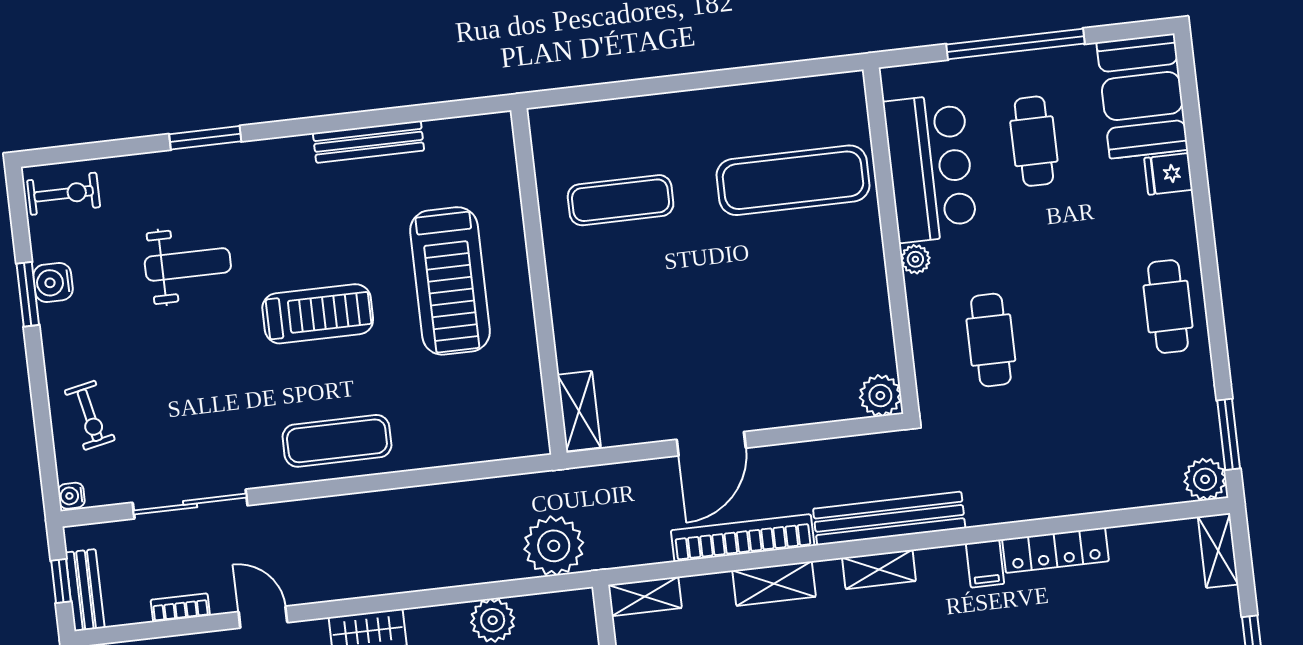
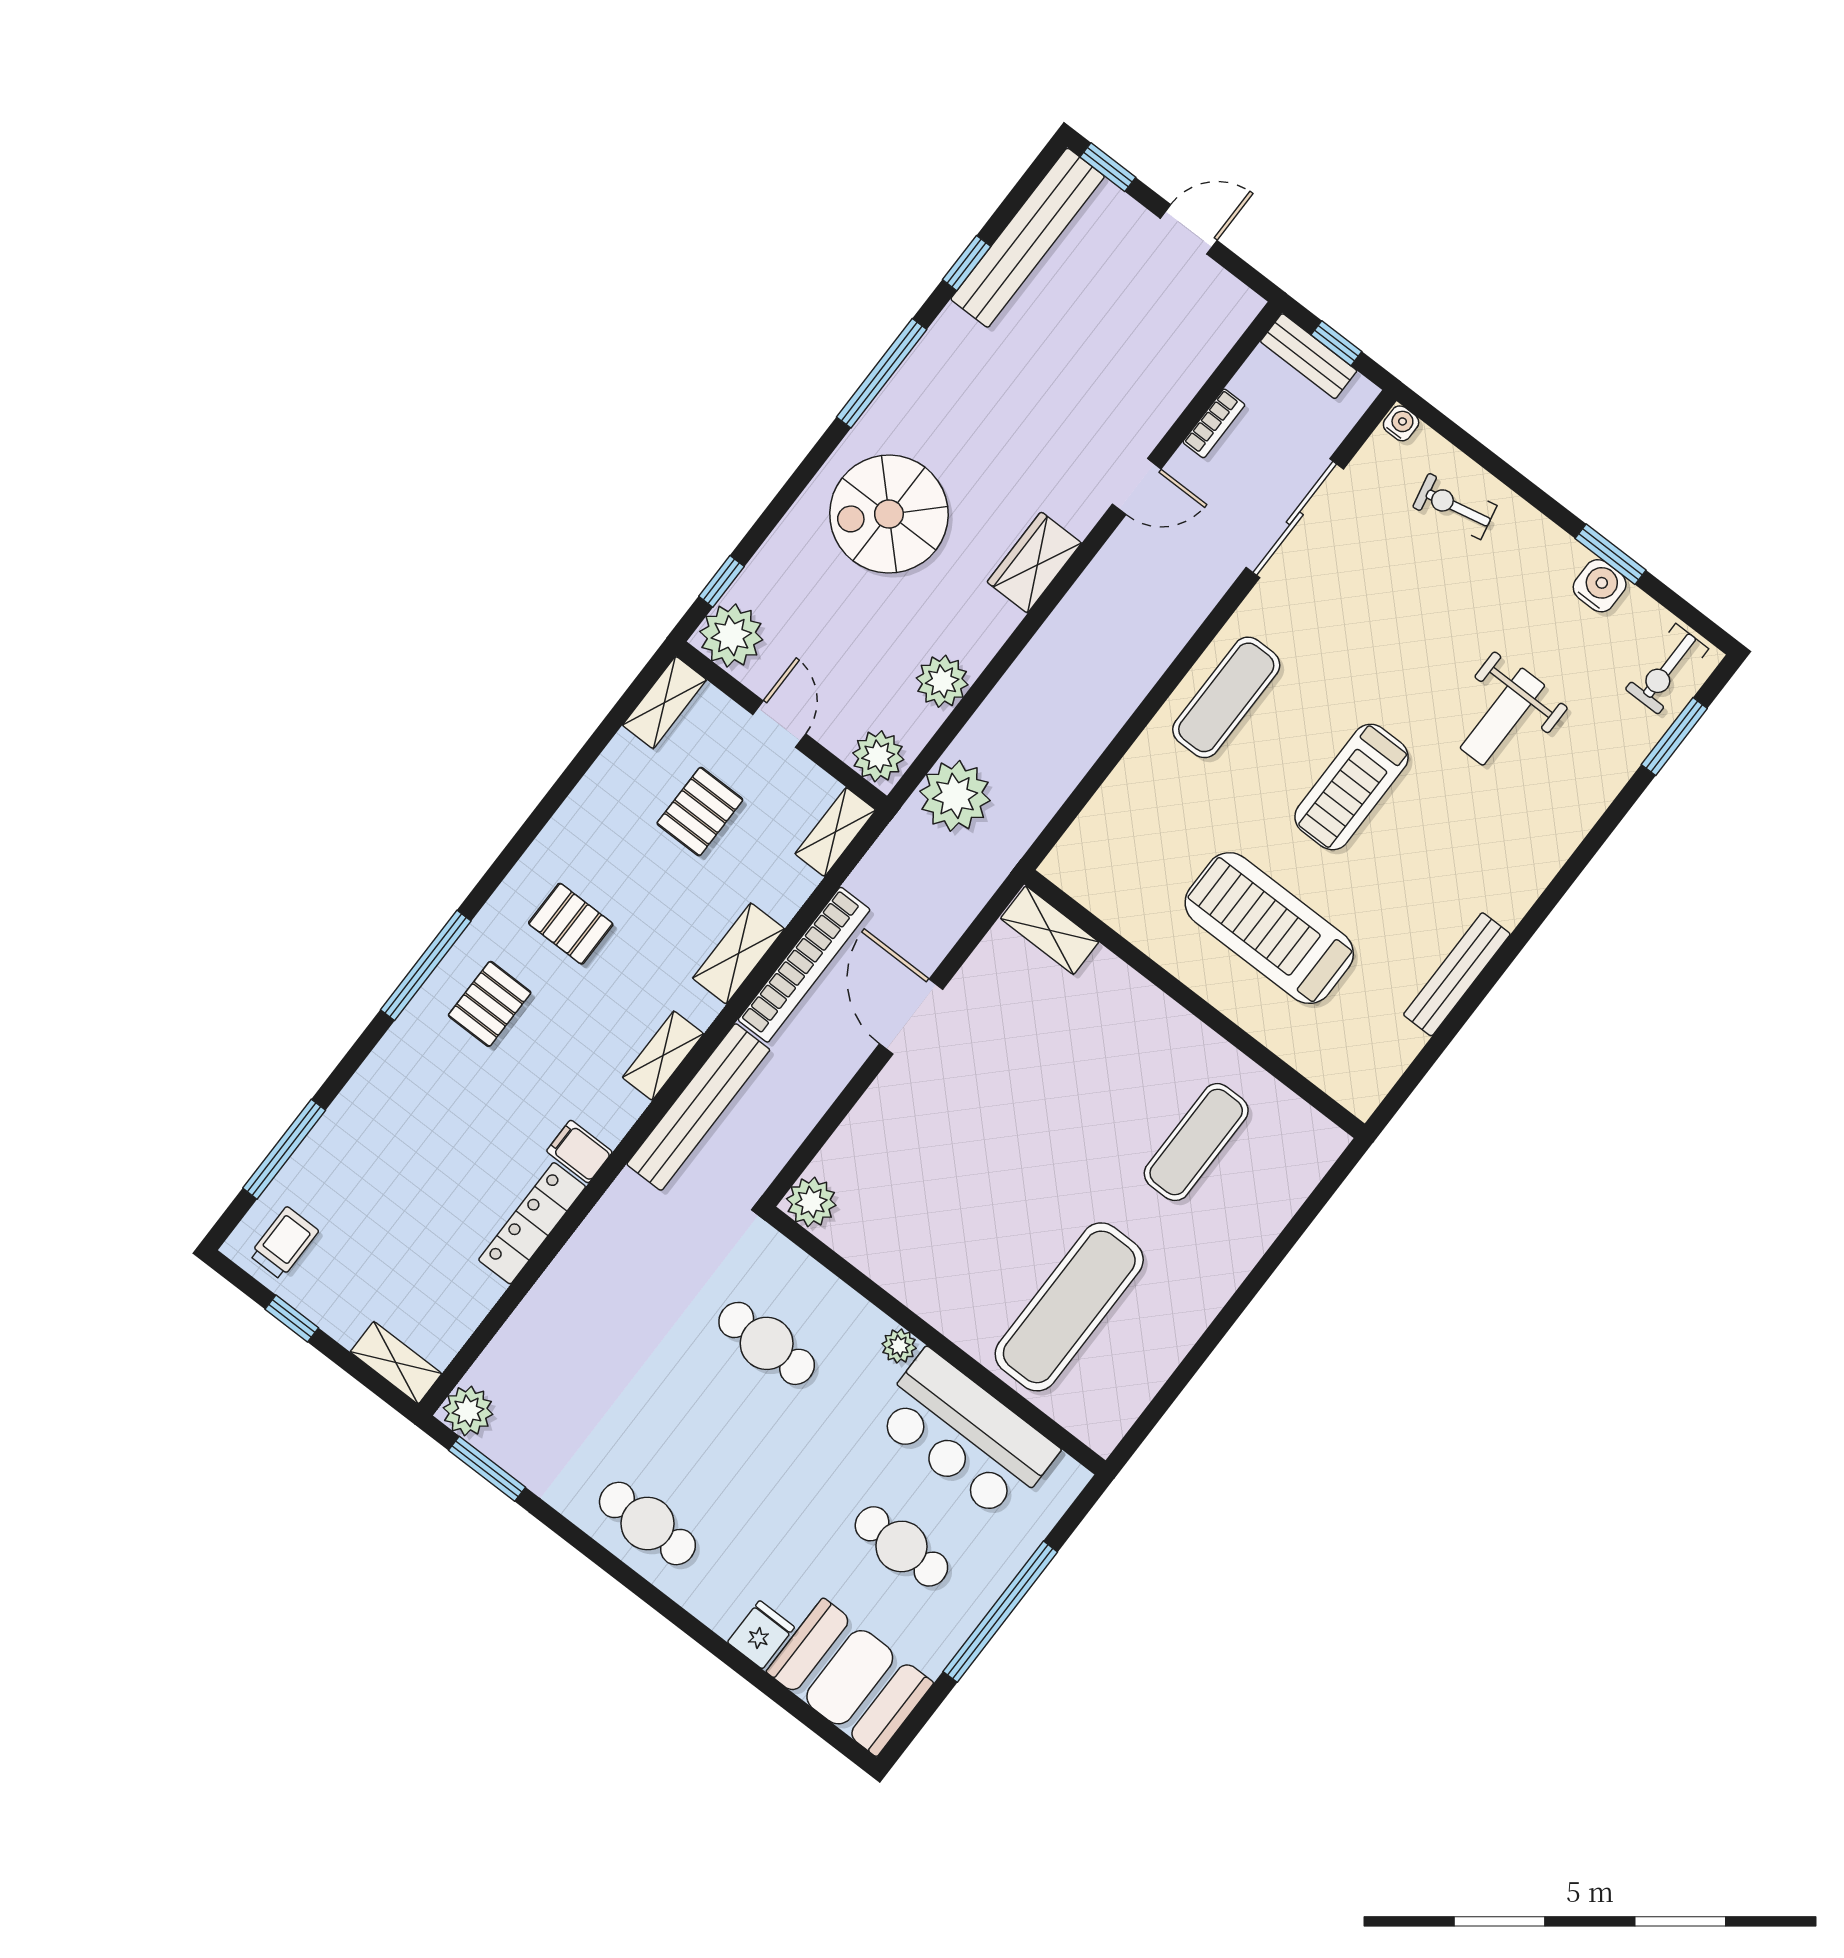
window: (205, 138) -> (1674, 736), moved
plant: (575, 615) -> (878, 756), added

